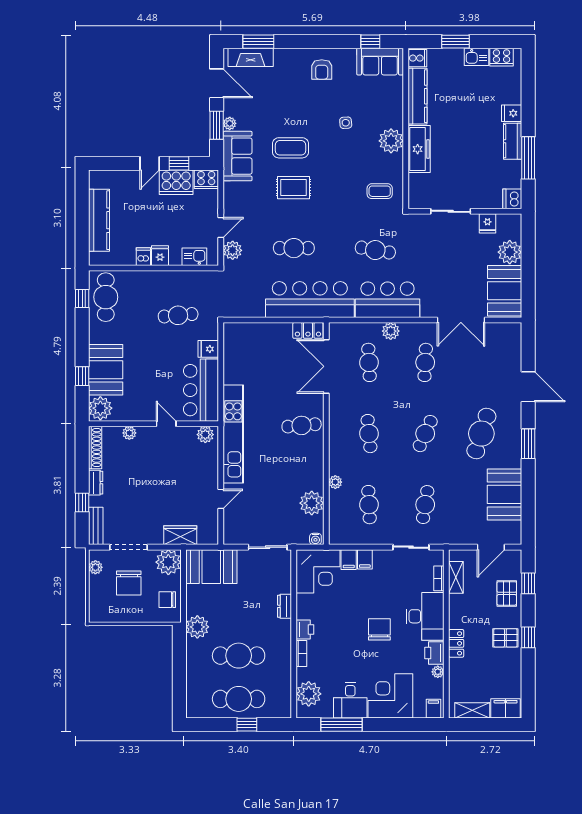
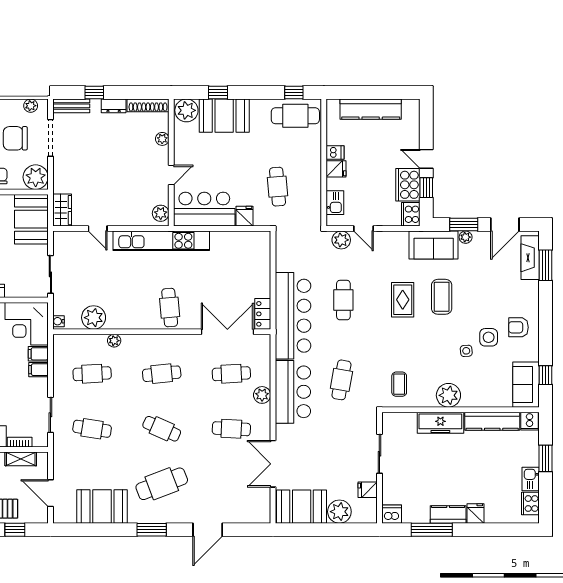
side table: (332, 100) -> (489, 337), added
cafe table: (481, 434) -> (162, 484), turned -39
wardrobe: (180, 535) -> (62, 210), moved

